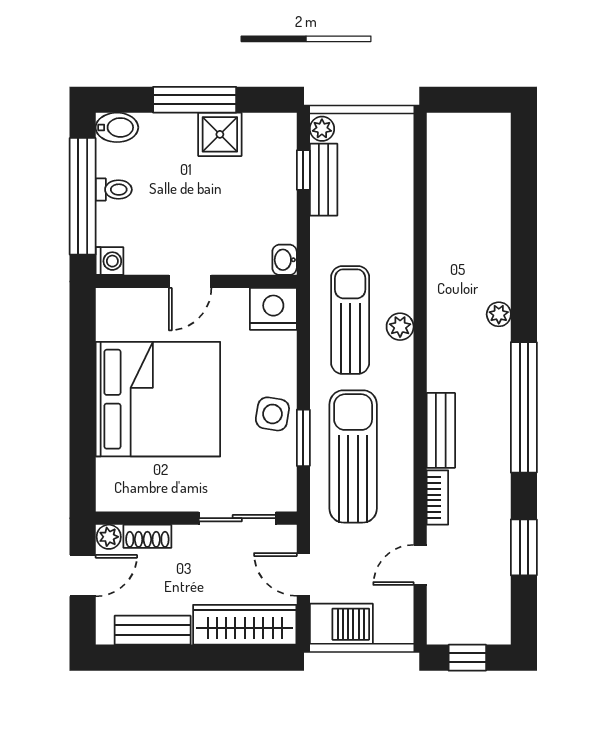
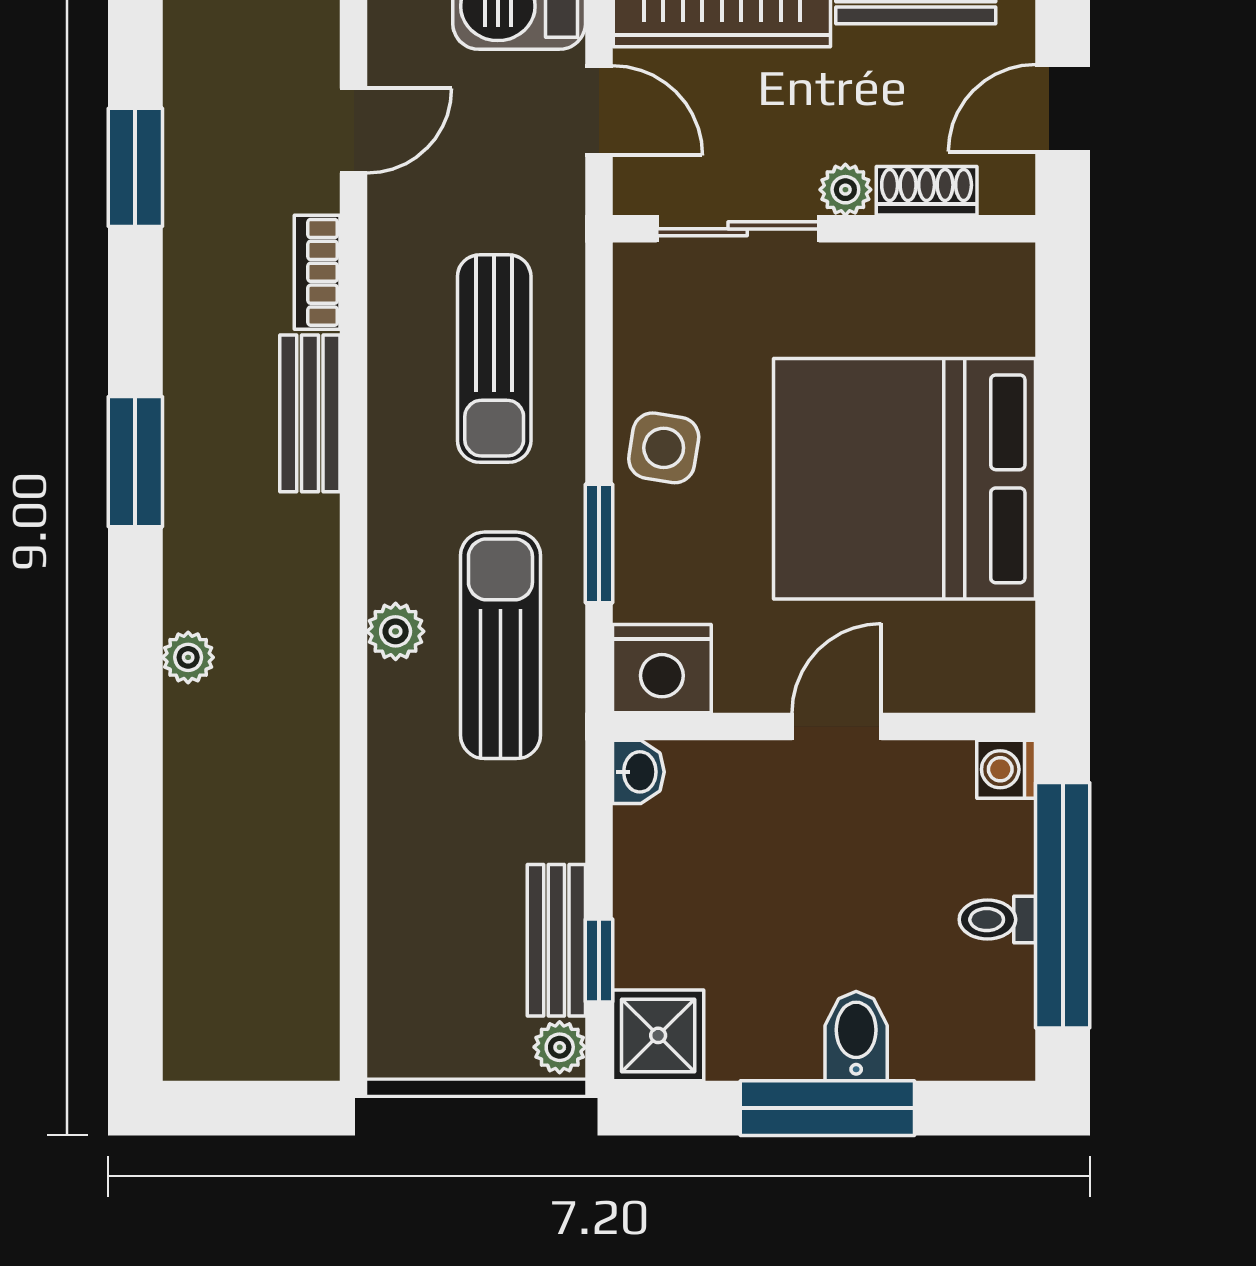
bidet: (117, 127) -> (856, 1036), moved, turned 90
shower: (220, 134) -> (658, 1035), moved
sun lounger: (350, 320) -> (500, 645), turned 180
window: (524, 407) -> (135, 462), width x0.47
window: (303, 438) -> (599, 543), moved
sun lounger: (353, 456) -> (494, 359), width x0.73, depth x0.75
plant: (109, 537) -> (845, 190), moved

